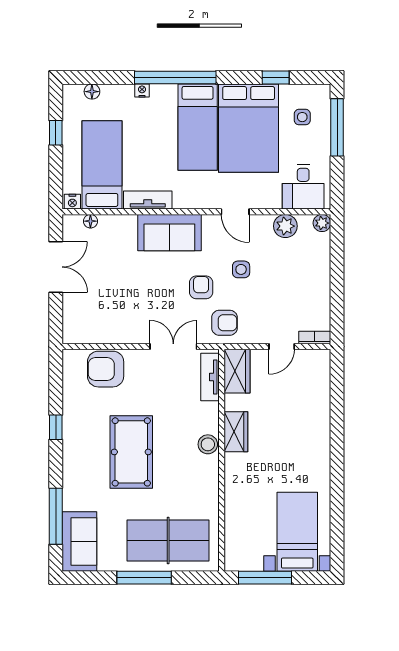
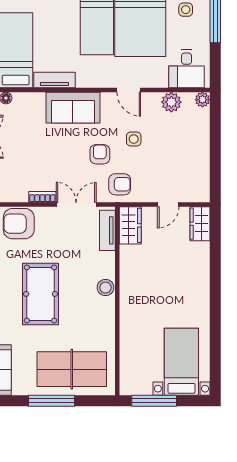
bookcase: (315, 338) -> (42, 197), moved
wardrobe: (236, 432) -> (200, 224), moved, turned 180

